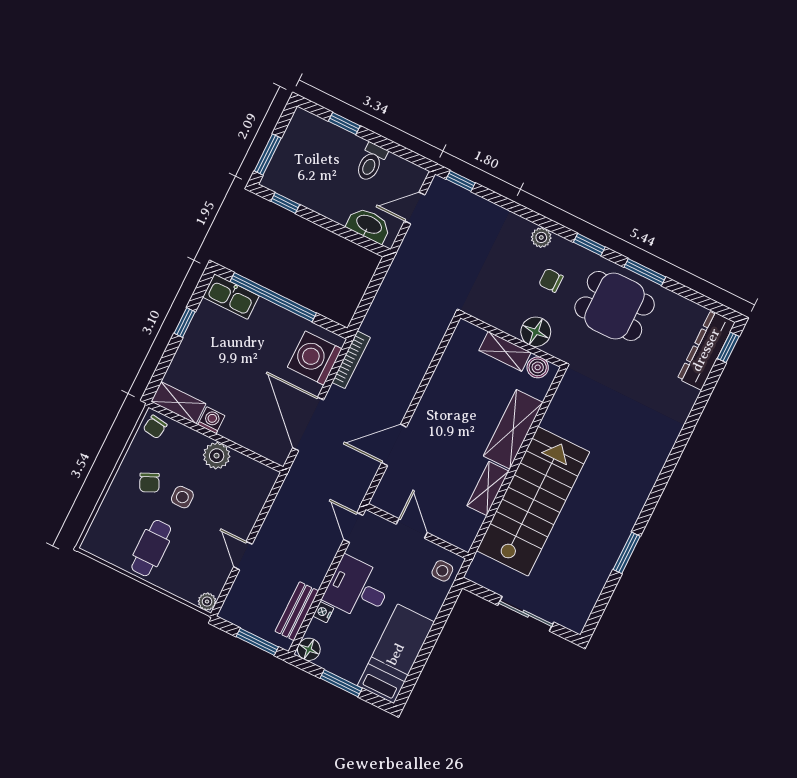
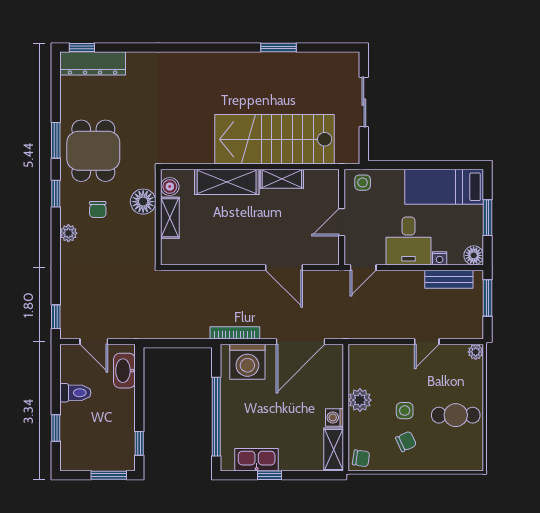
kitchen sink: (231, 296) -> (257, 460), moved, turned -90

